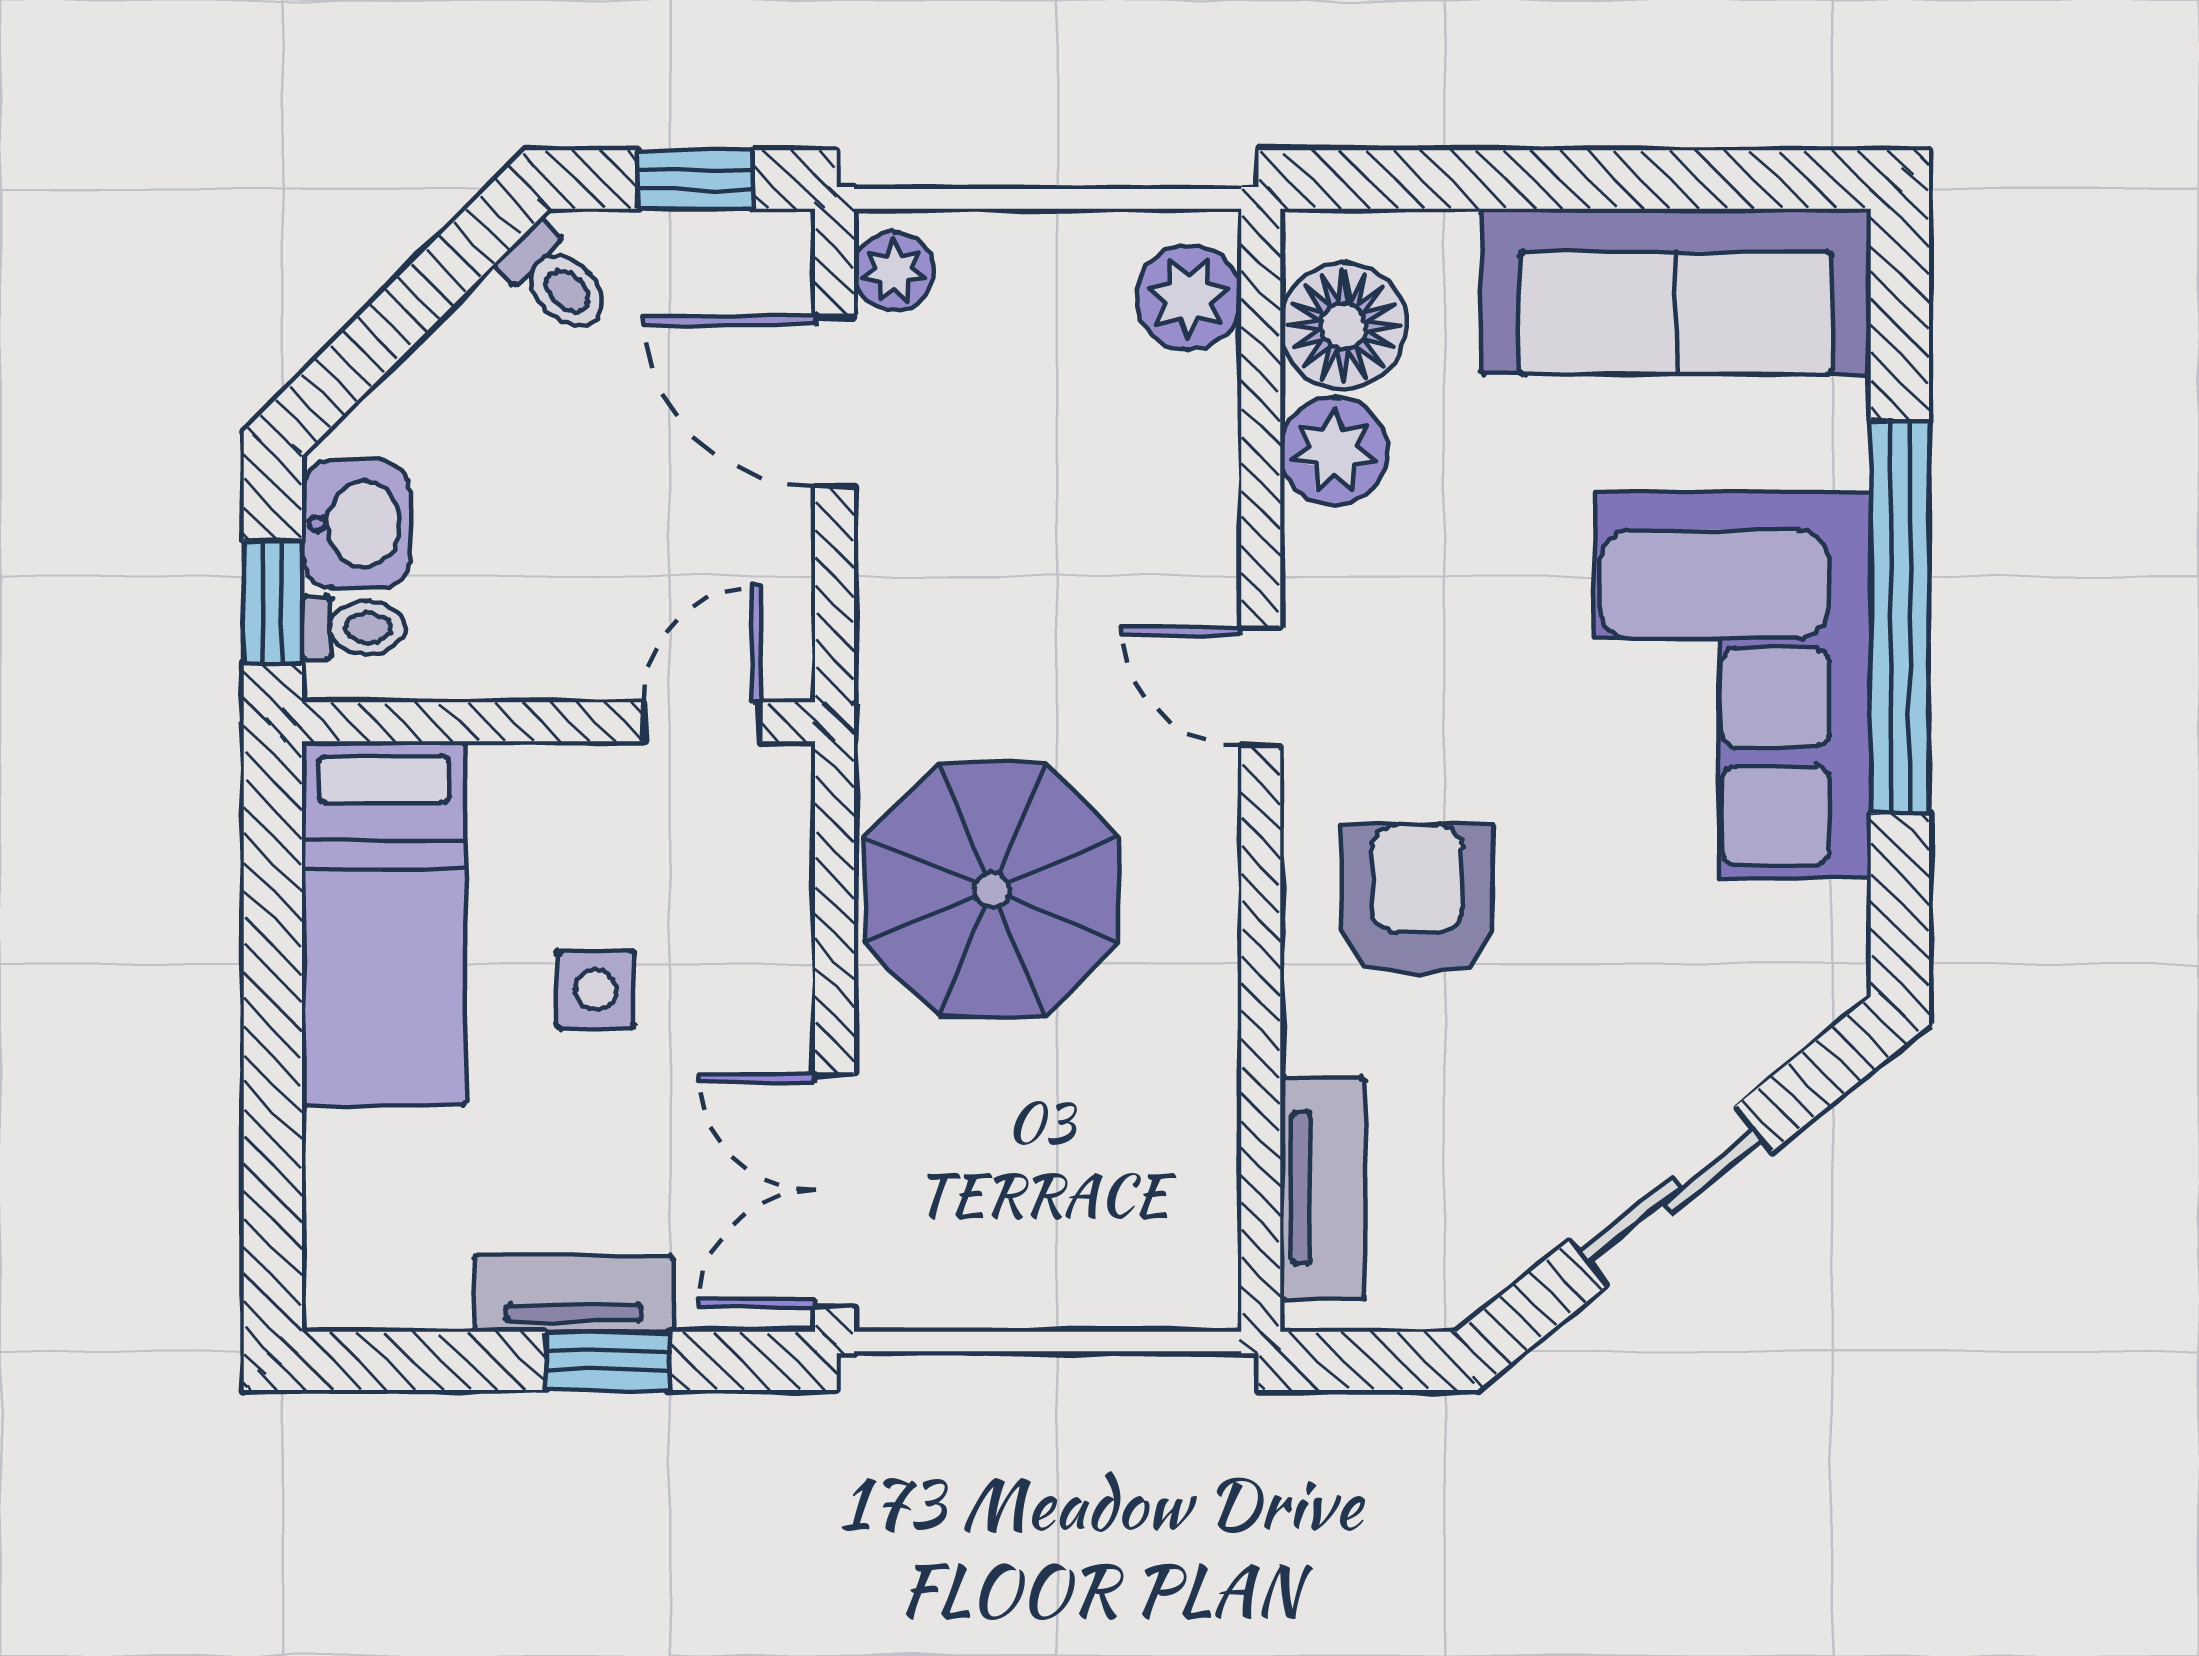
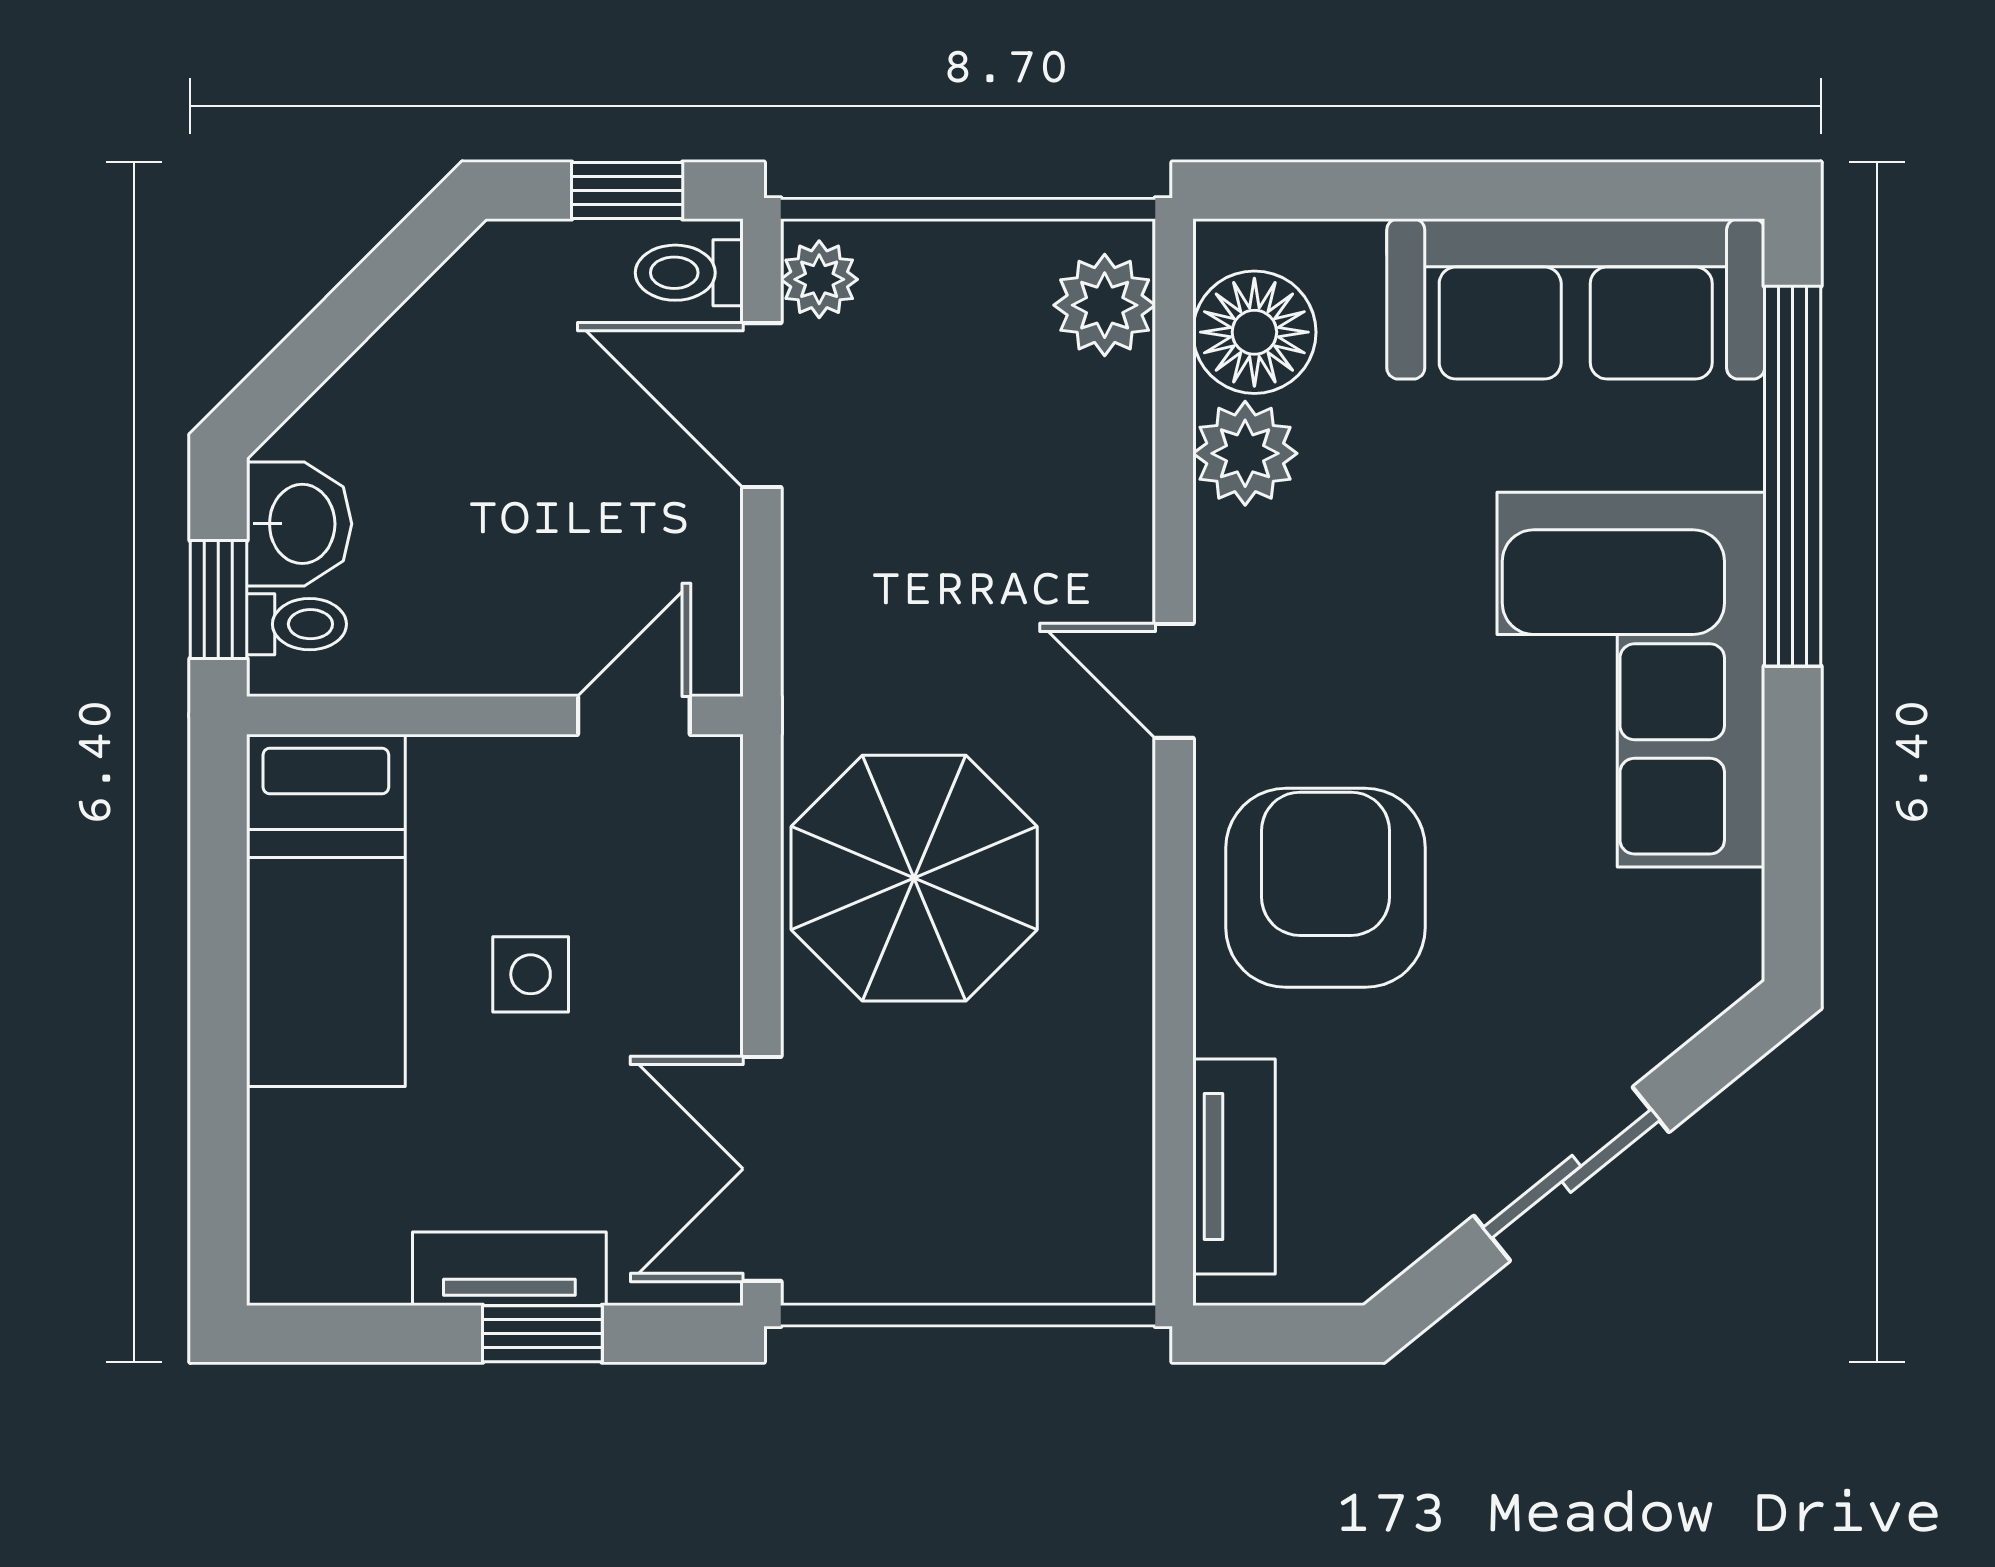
toilet: (556, 280) -> (689, 273), moved, turned 135
window: (1900, 617) -> (1793, 476), moved
armchair: (1417, 900) -> (1325, 888), width x1.36, depth x1.36

